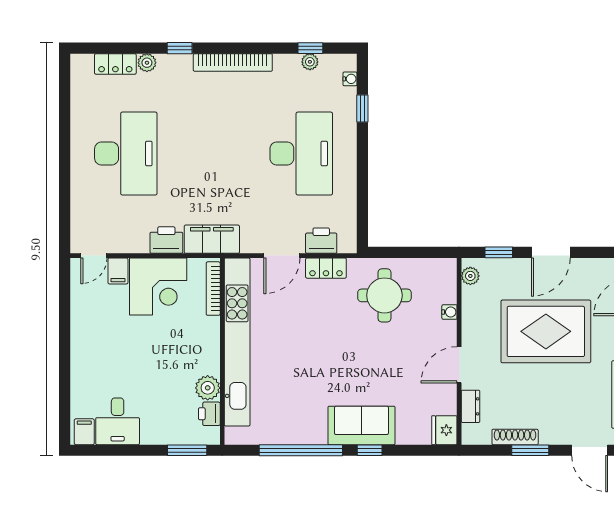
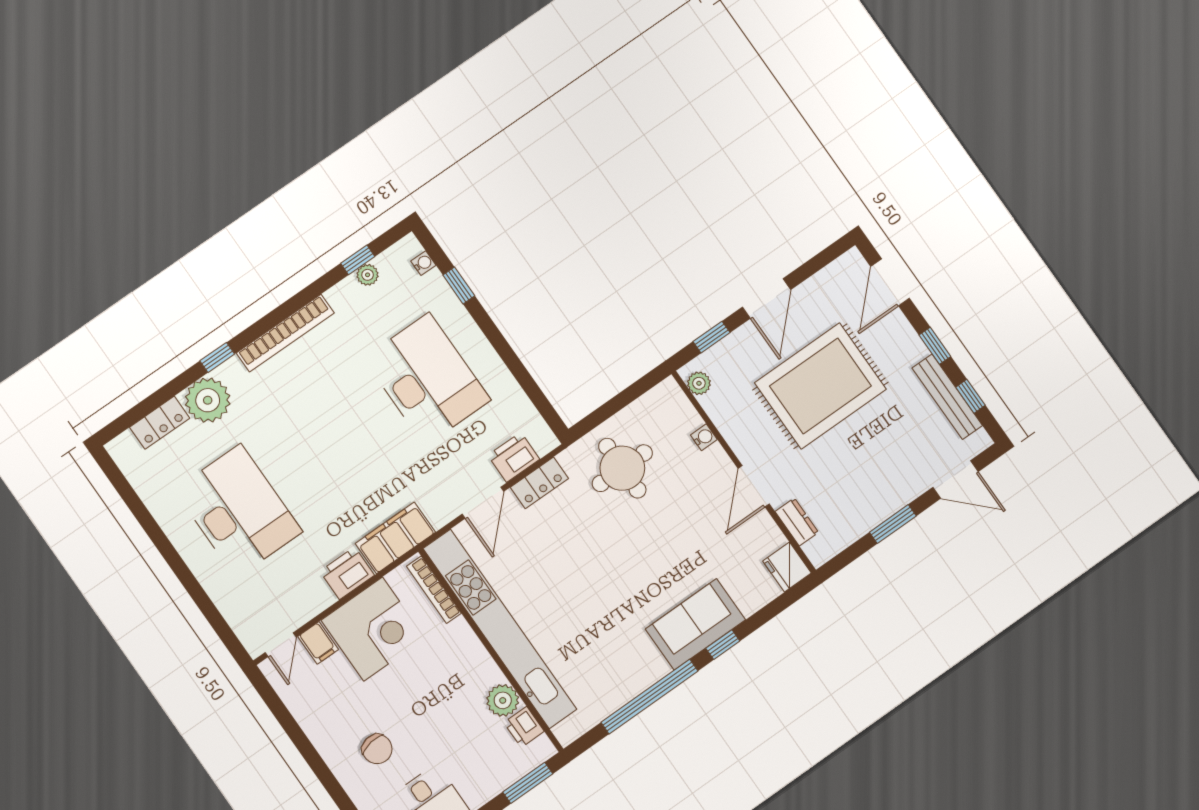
plant: (147, 63) -> (208, 400), width x1.87, depth x1.87
chair: (108, 363) -> (377, 749), added
shoe rack: (515, 437) -> (867, 521), removed

